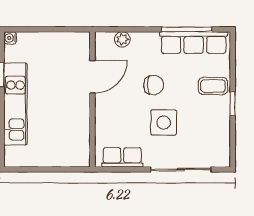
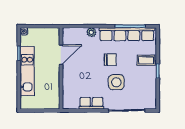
row of seats: (194, 43) -> (127, 34), width x1.36
door: (92, 77) -> (61, 55), moved
wall: (92, 99) -> (61, 68), moved

